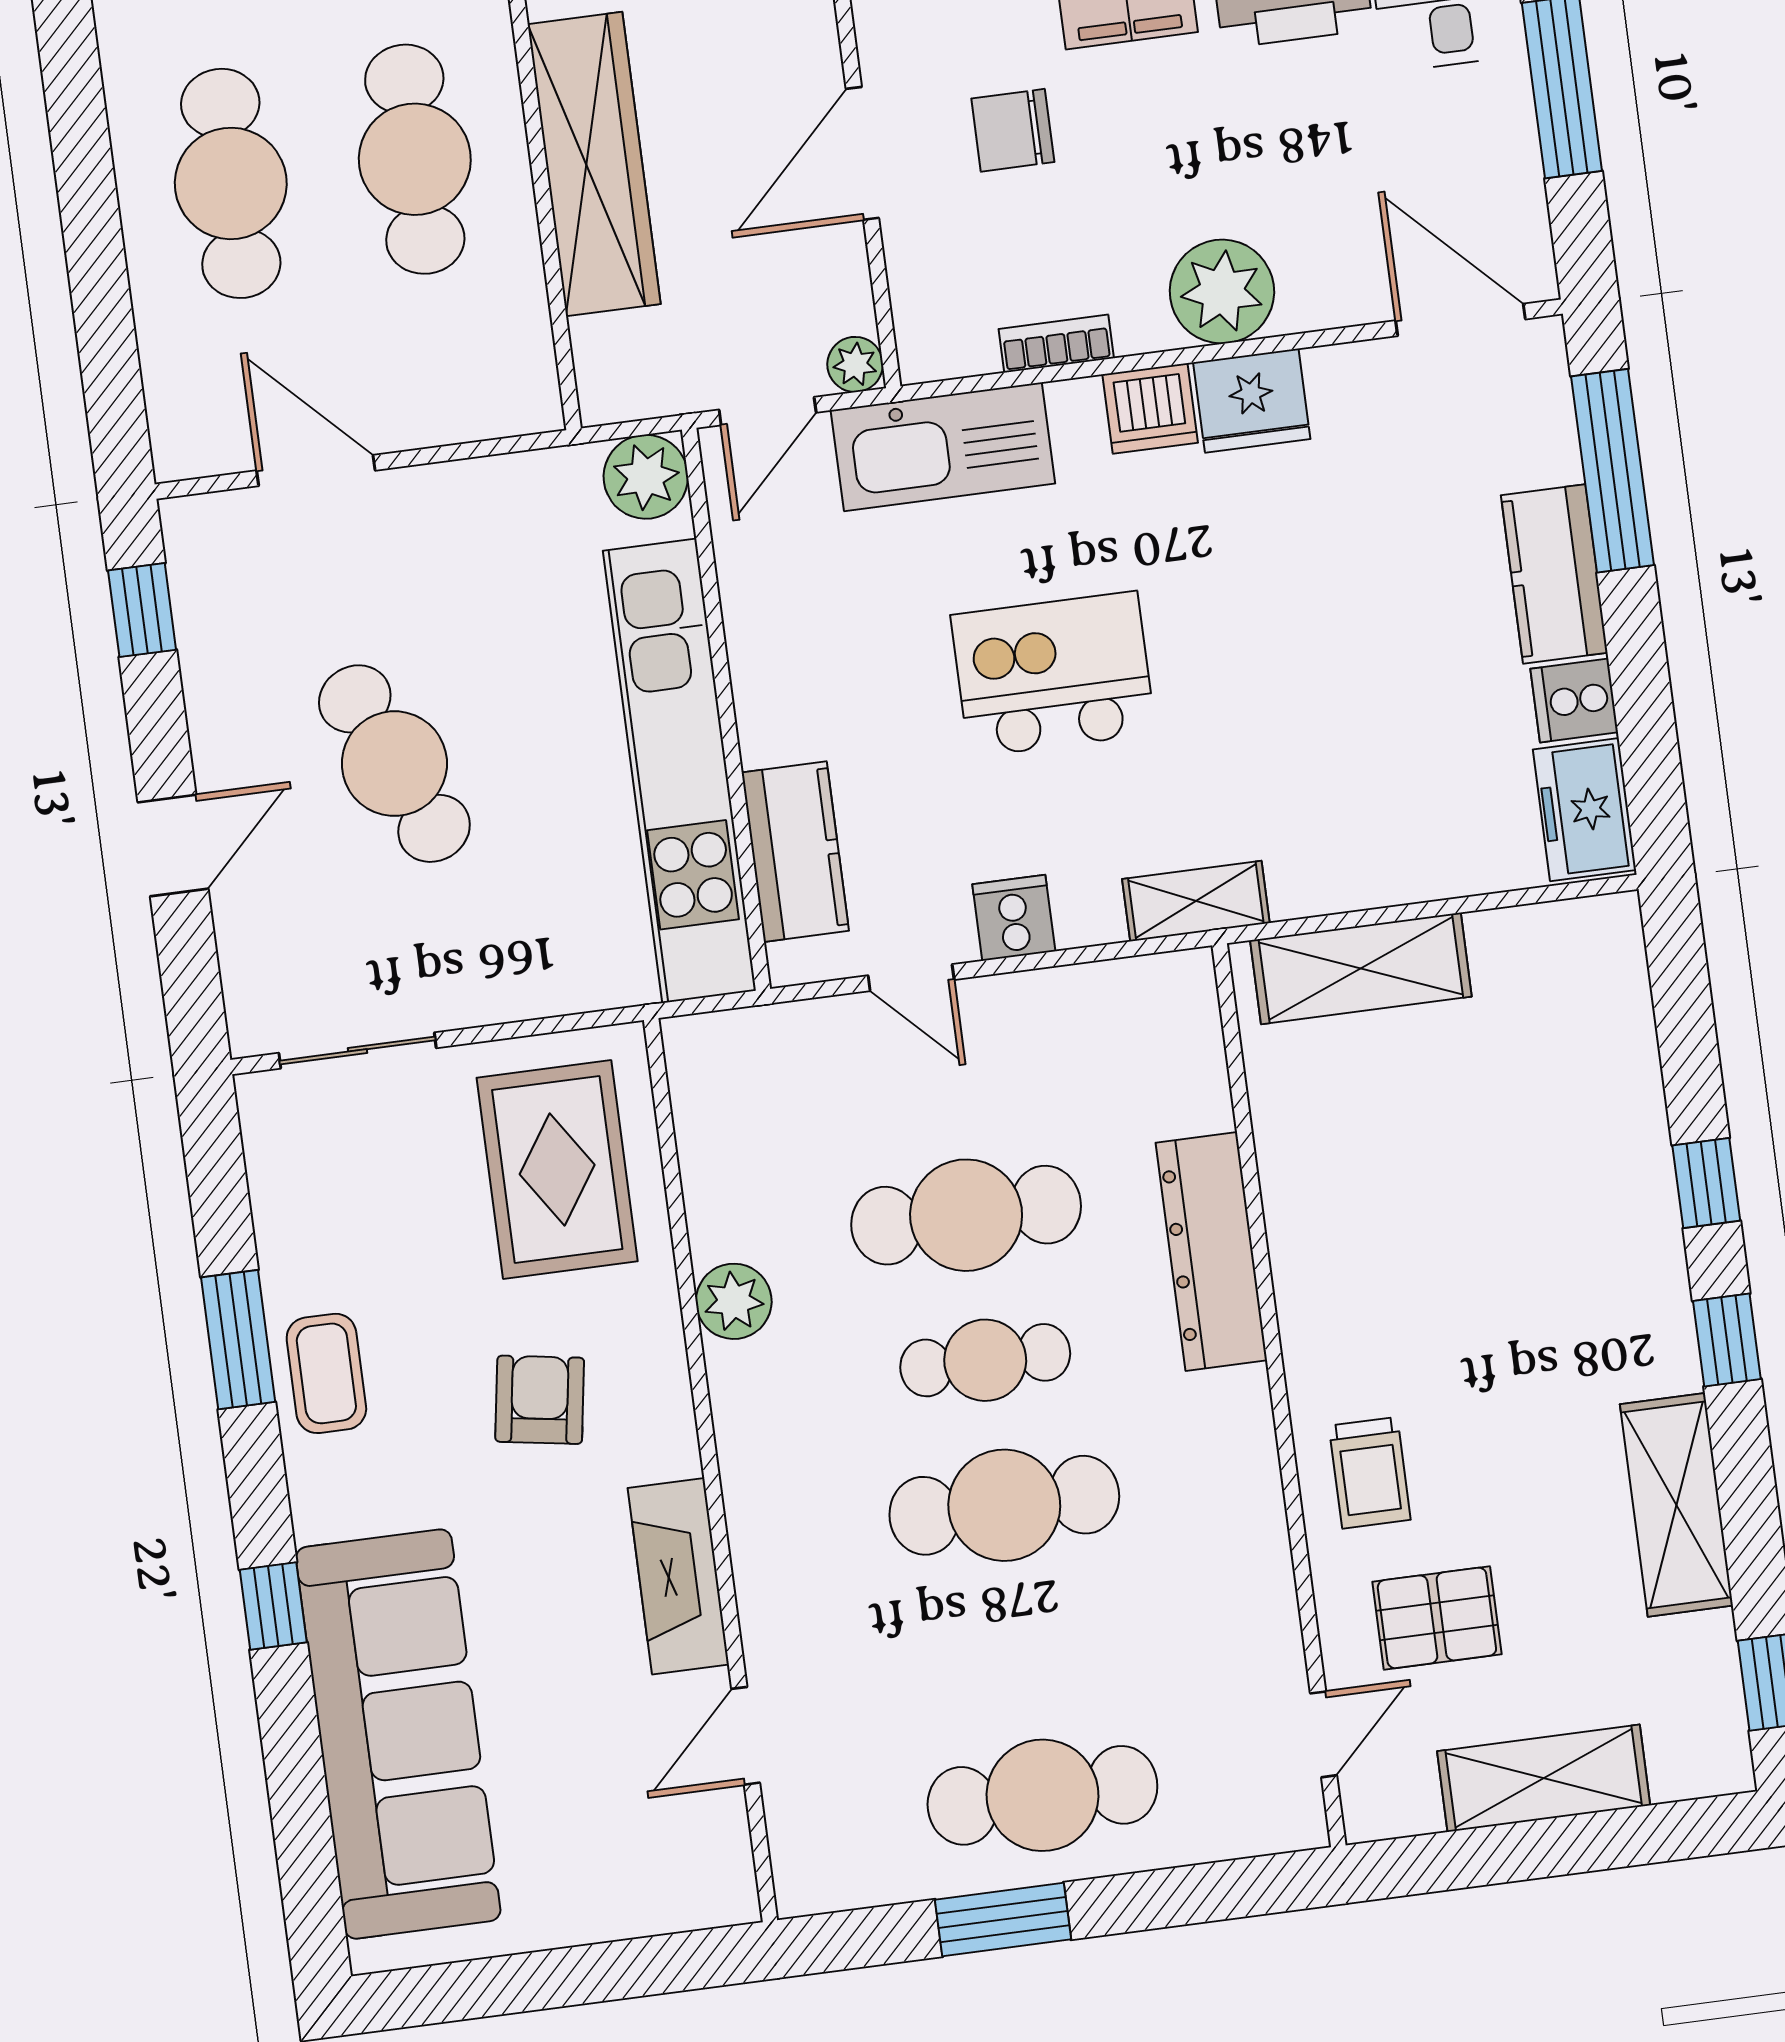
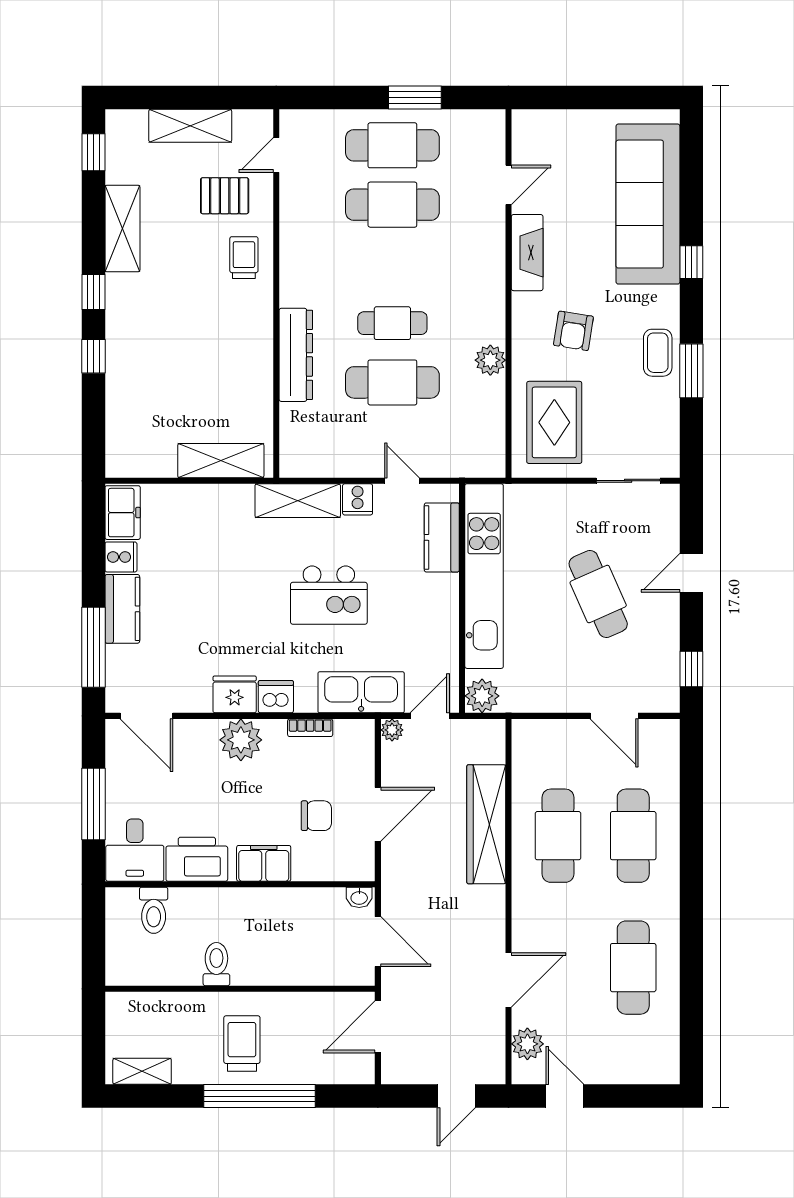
shelving: (1196, 901) -> (298, 501), width x1.50, depth x1.33
cafe table: (1004, 1505) -> (392, 205), moved

